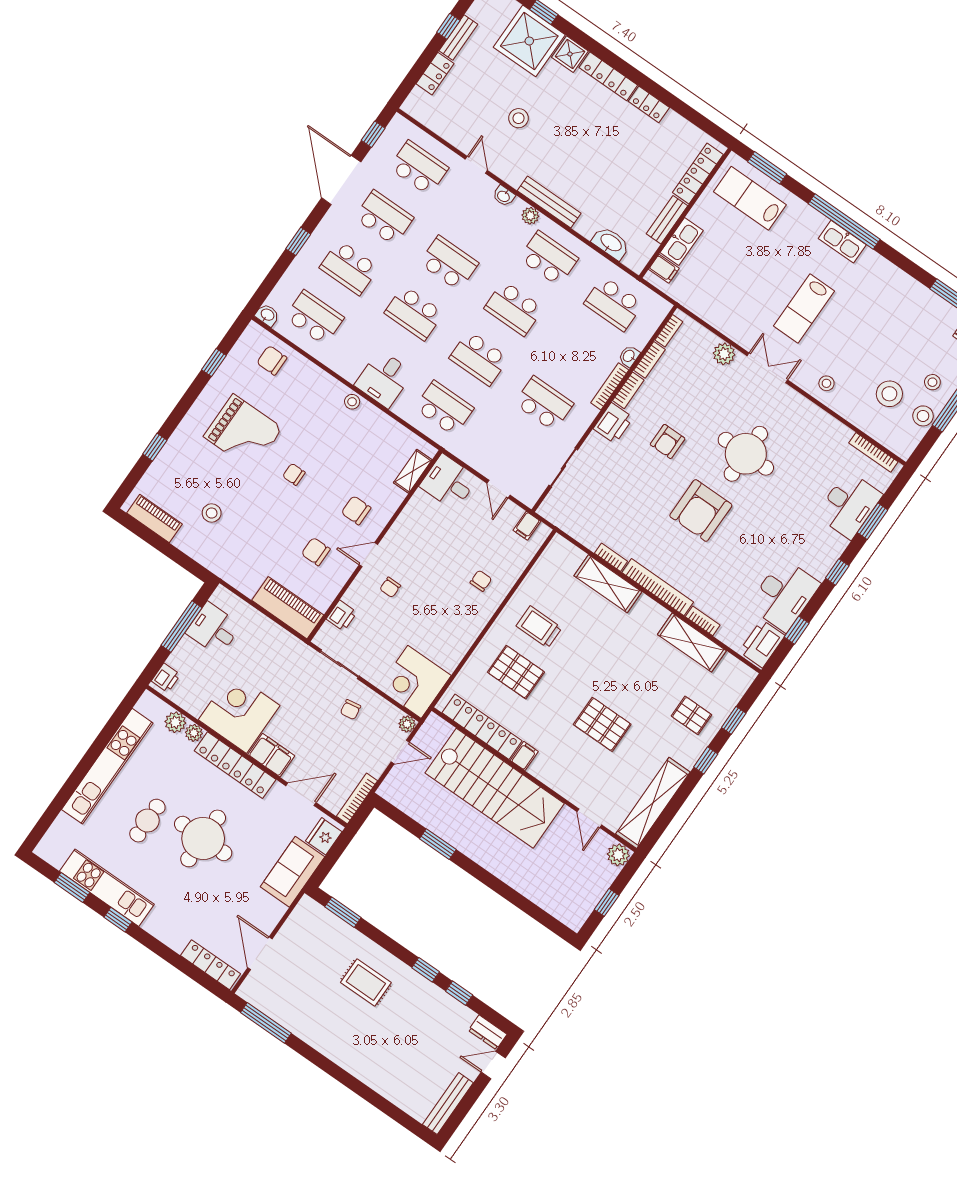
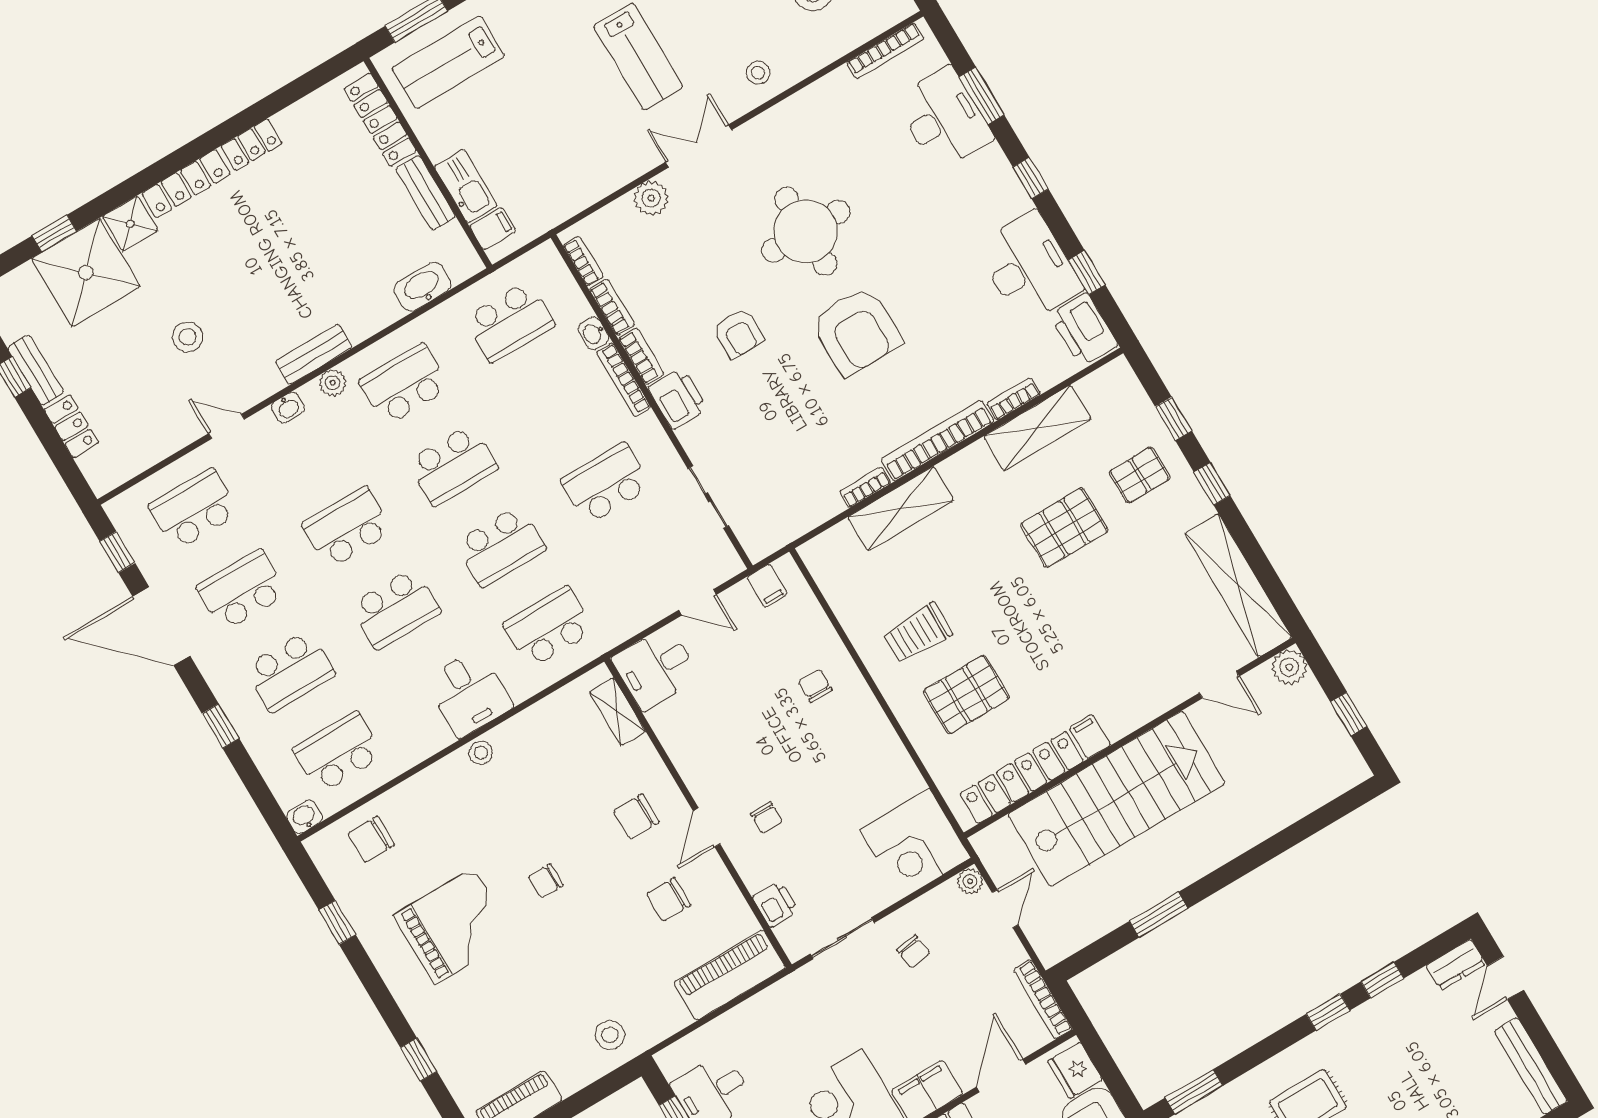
bench: (549, 202) -> (314, 354), width x0.73
stool: (212, 513) -> (610, 1035), moved
pallet: (602, 724) -> (1064, 528), moved

